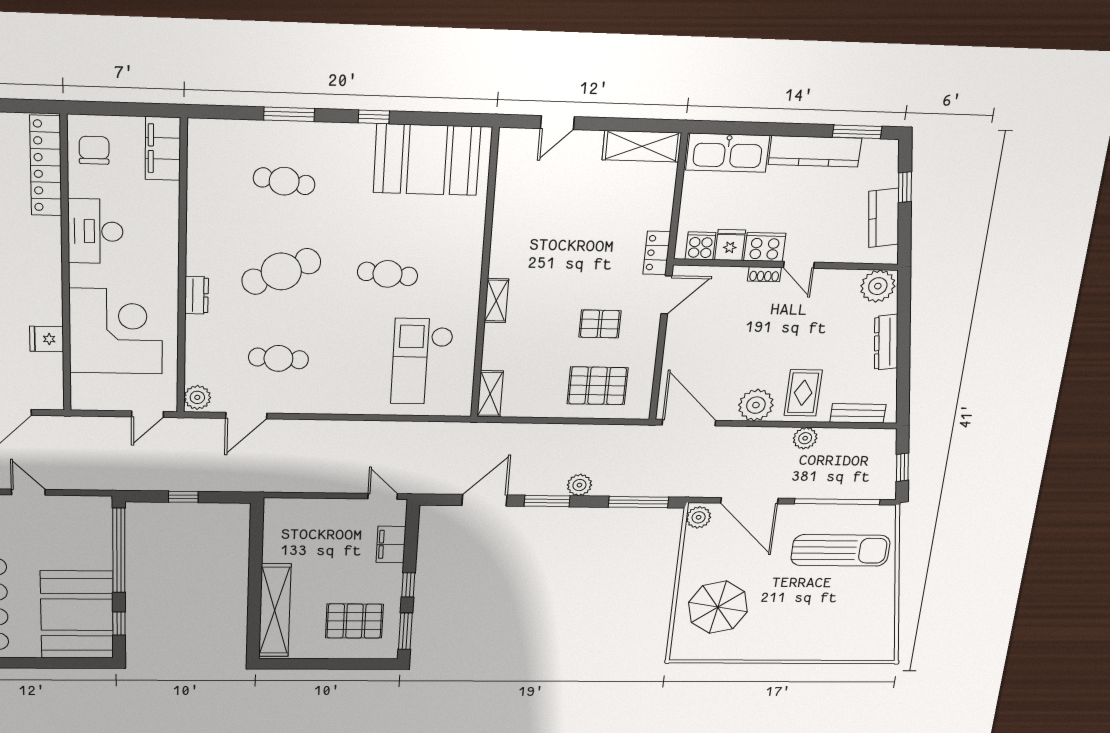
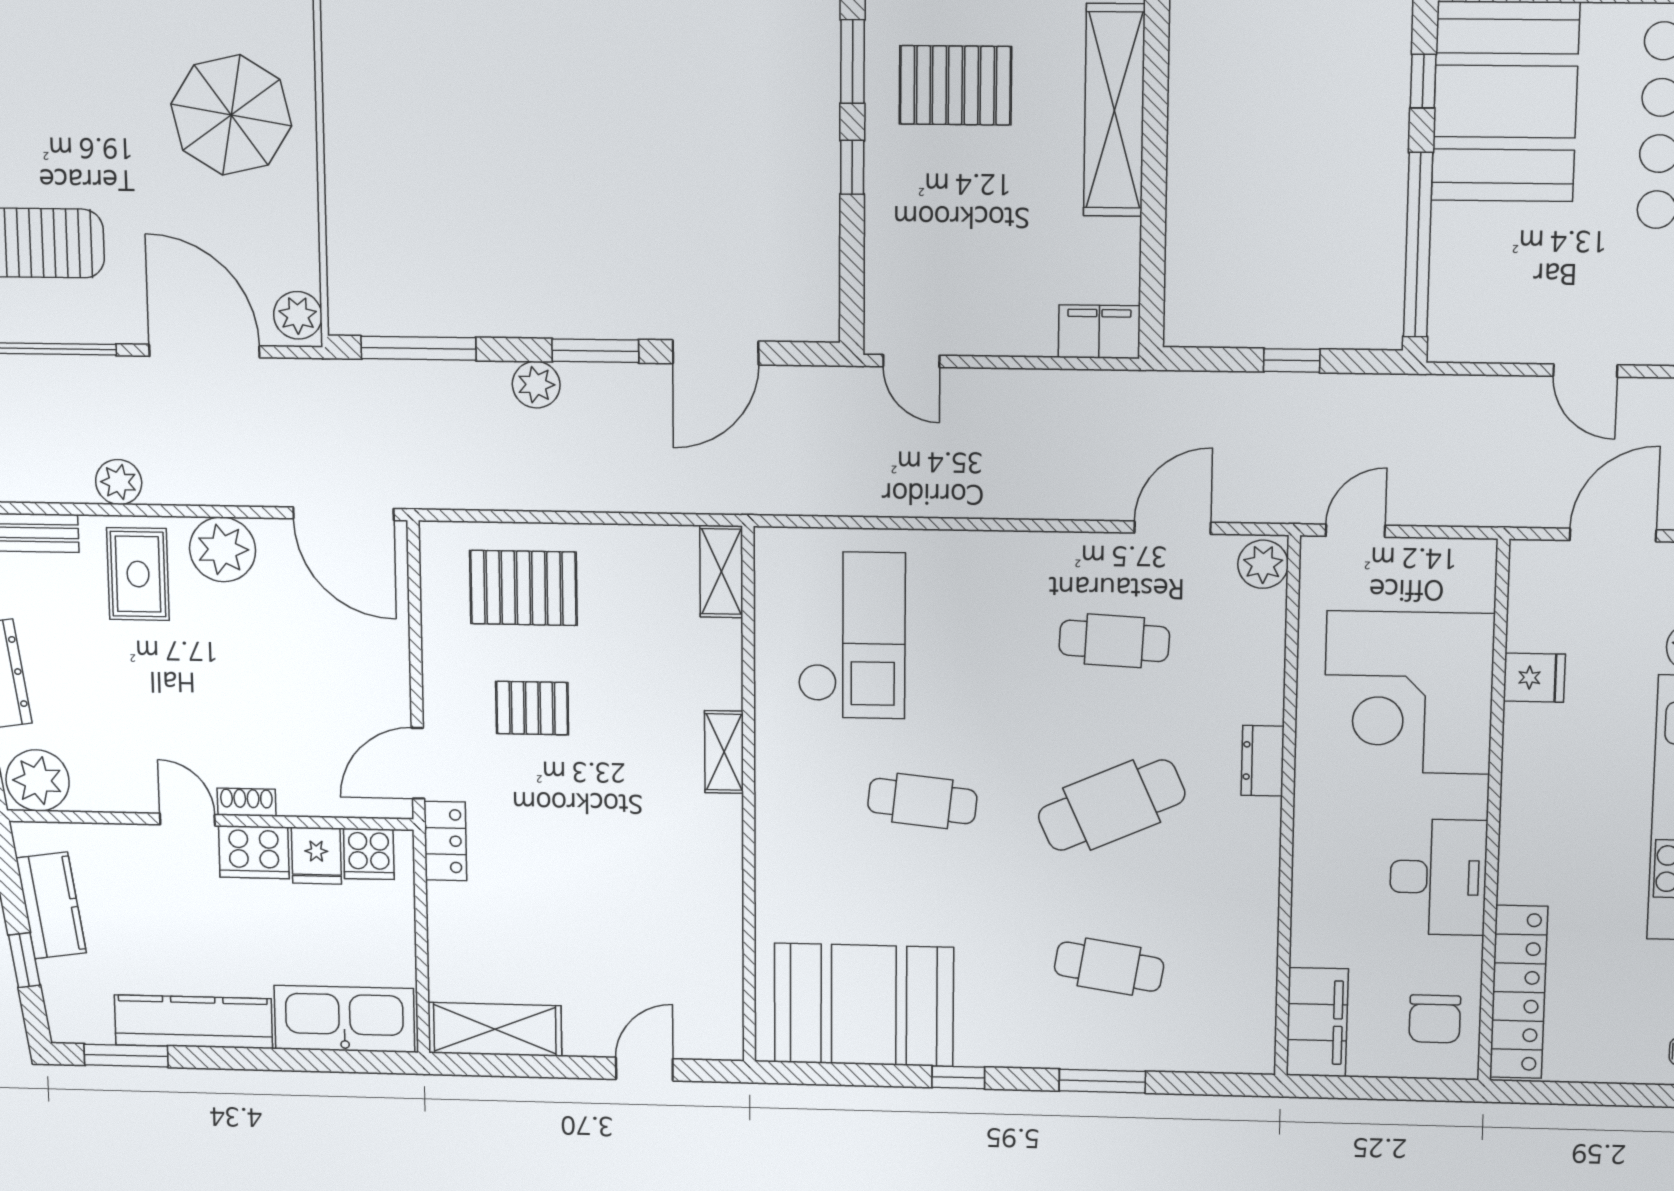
filing cabinet: (391, 544) -> (1099, 332), moved, turned -90

